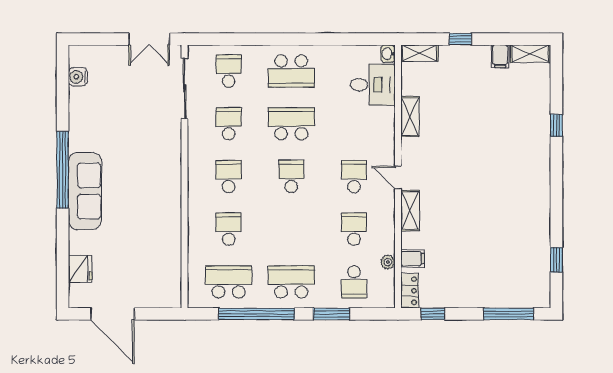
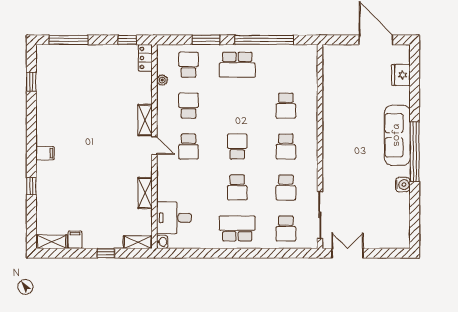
water cooler: (78, 77) -> (403, 185), moved
school desk: (291, 124) -> (237, 187), width x0.54
school desk: (291, 176) -> (237, 147), turned 180
school desk: (354, 229) -> (189, 106), turned 180
filing cabinet: (413, 259) -> (45, 153), moved, turned 180
school desk: (229, 282) -> (286, 65), removed

